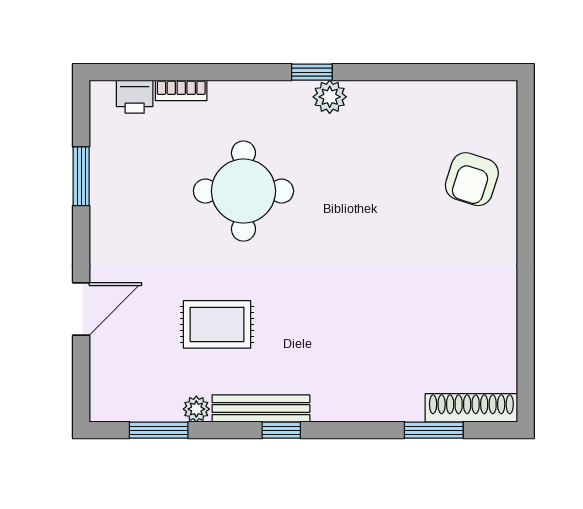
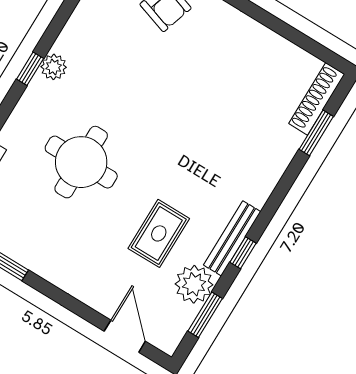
door: (81, 309) -> (125, 336), moved
plant: (196, 409) -> (194, 284), width x1.88, depth x1.88
window: (281, 430) -> (243, 253), moved

